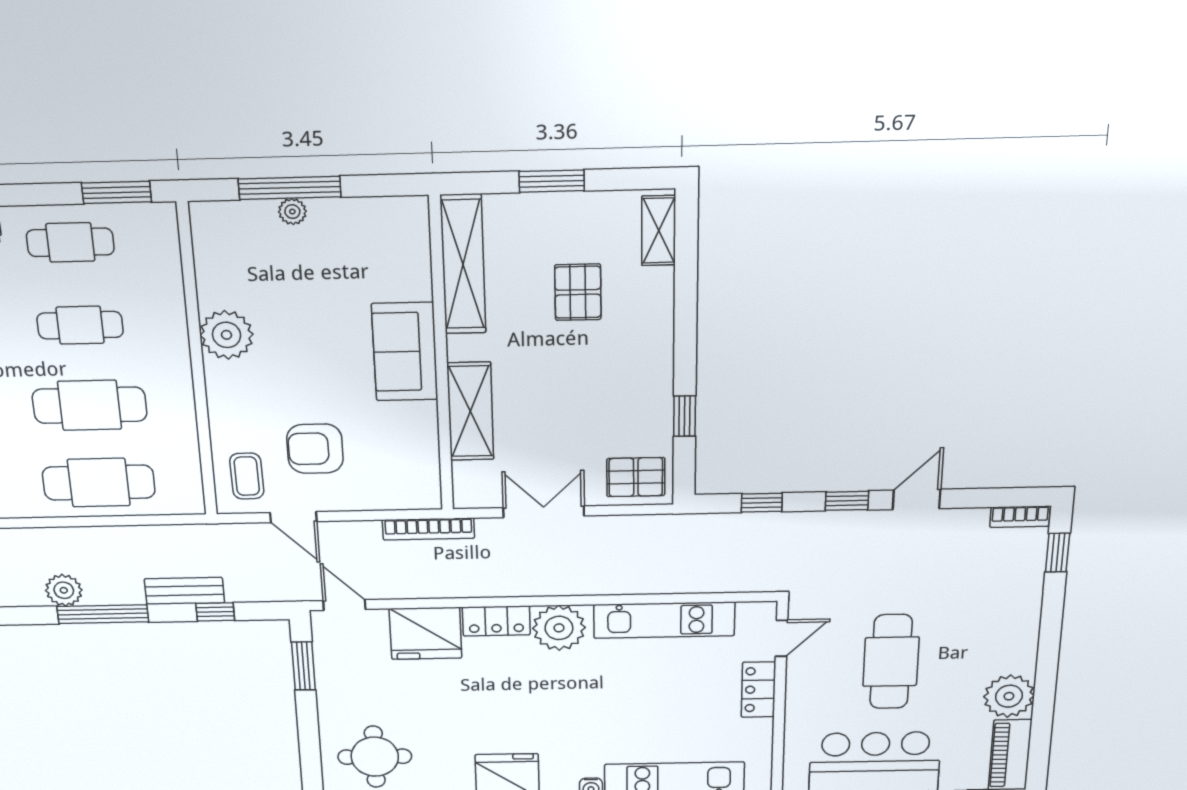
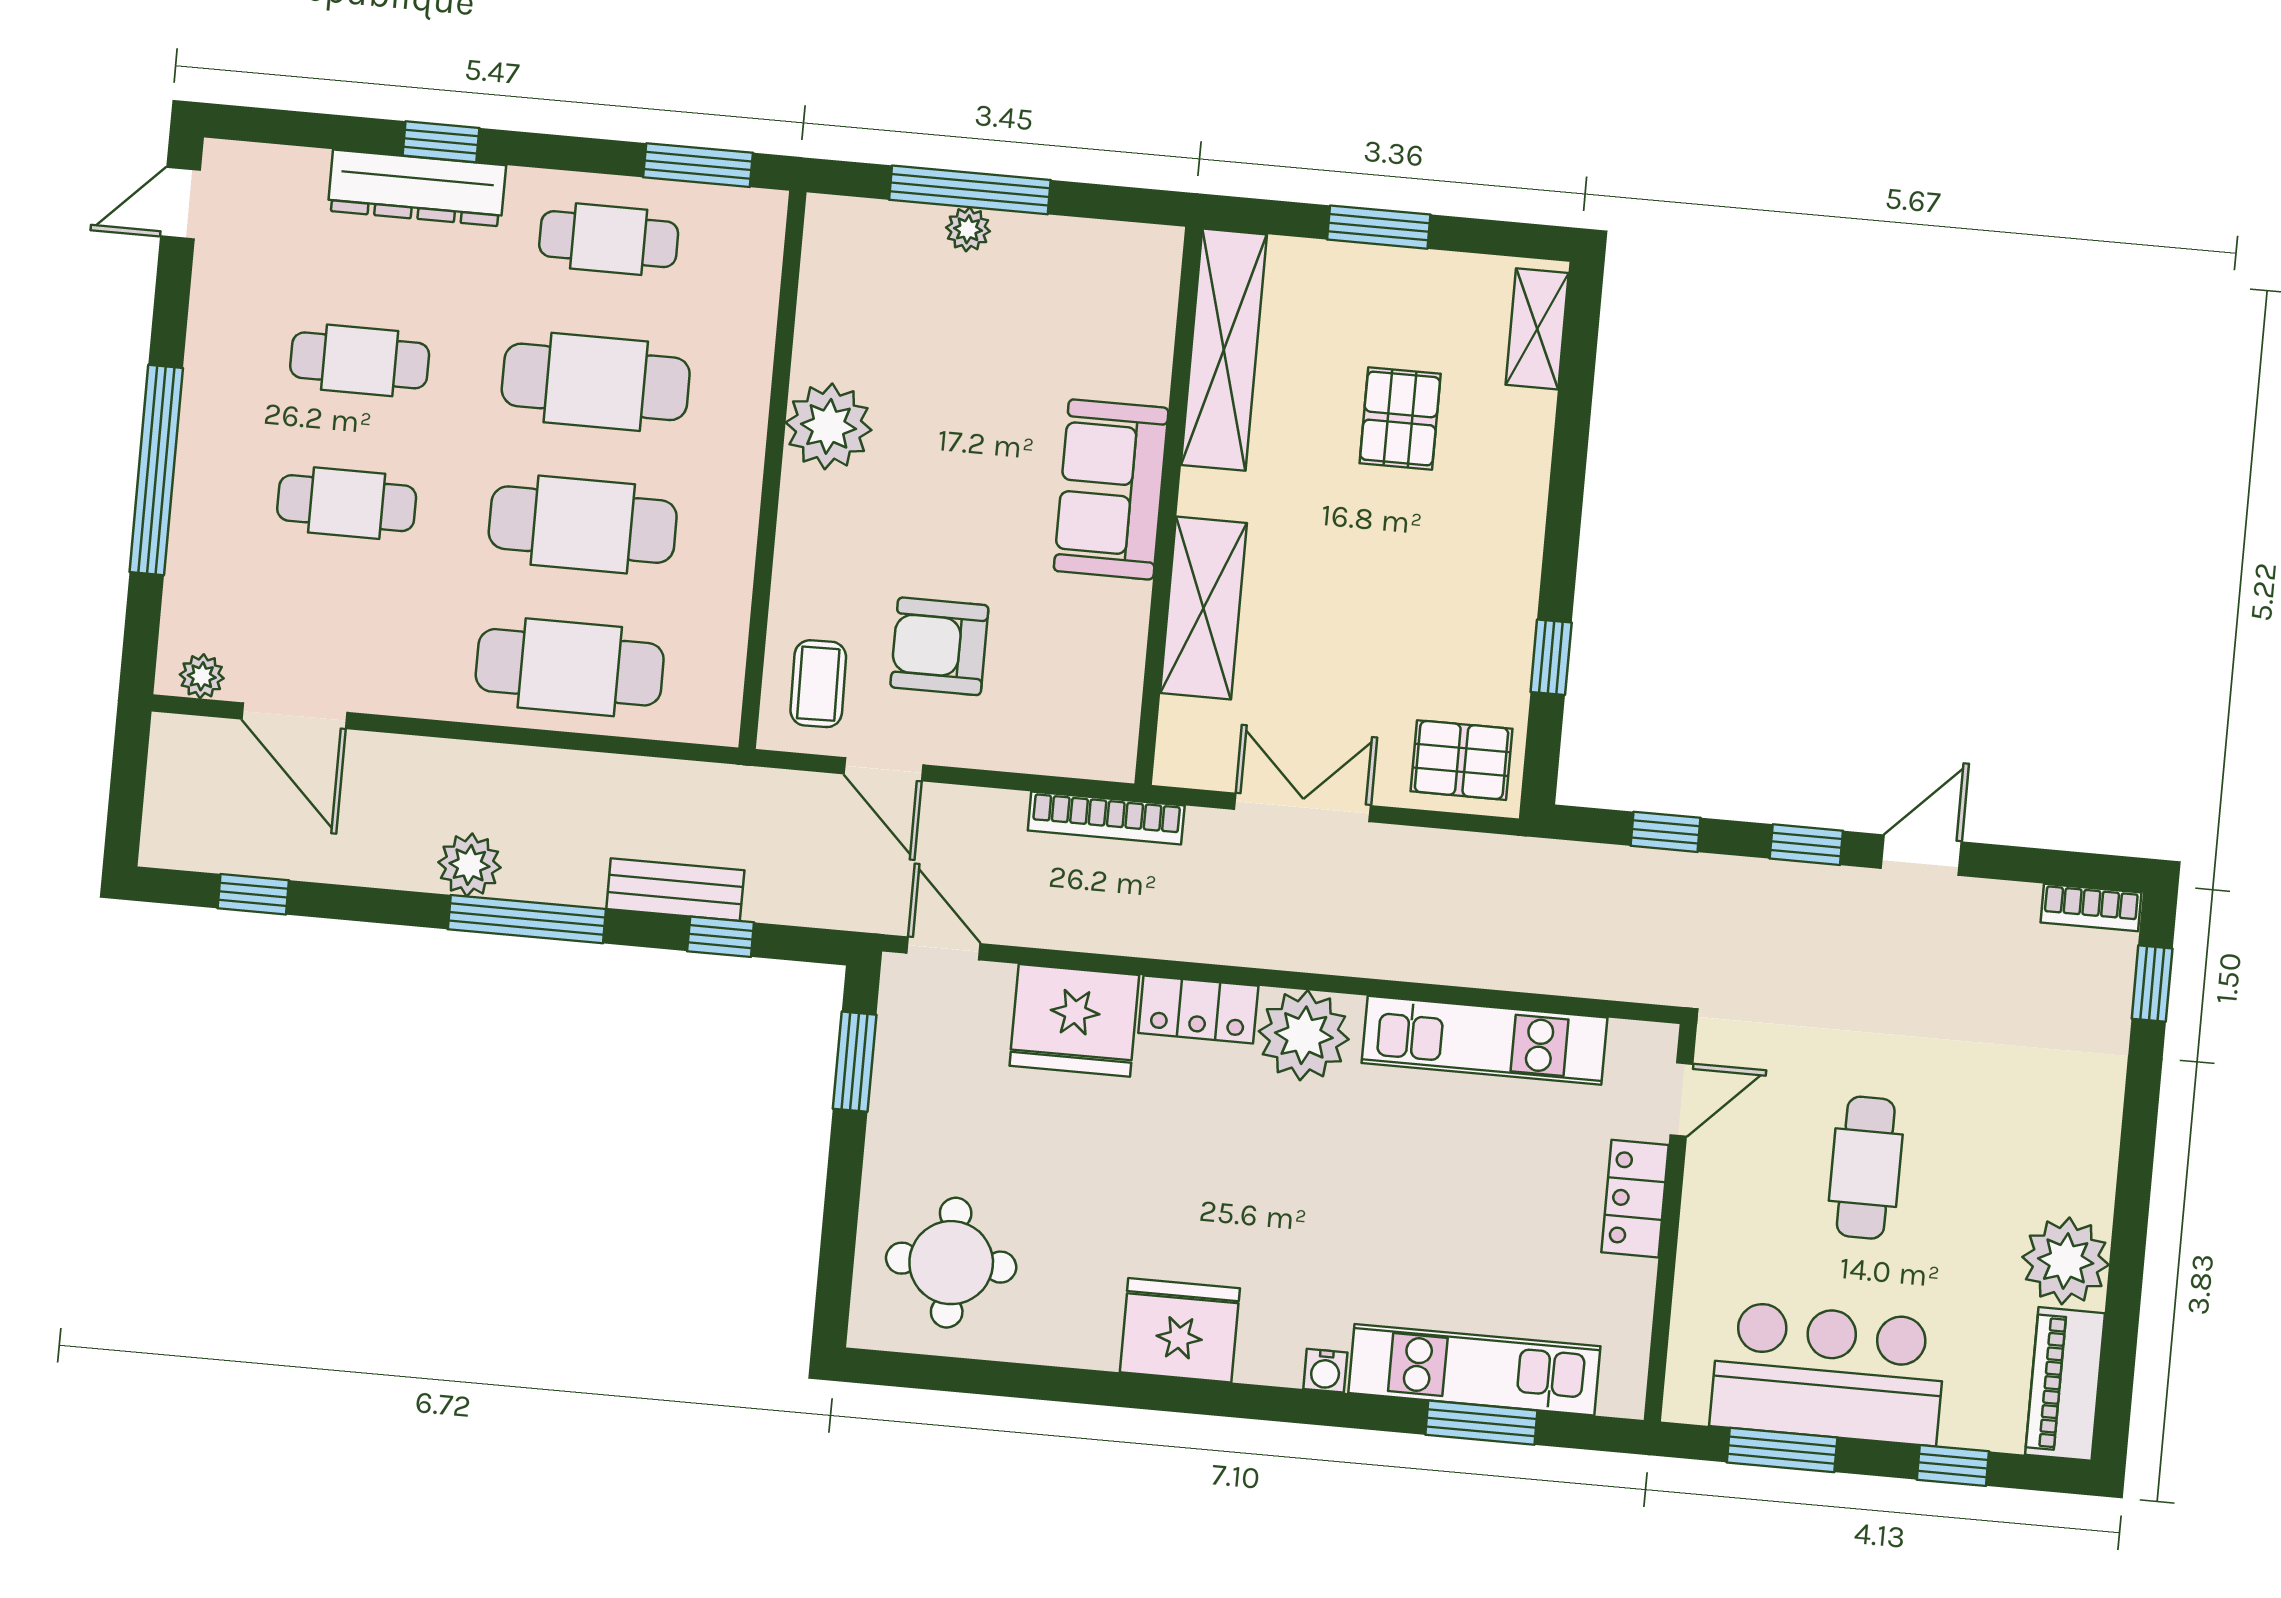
cafe table: (80, 325) -> (596, 382), width x1.37, depth x1.35
cafe table: (891, 662) -> (1866, 1168), width x0.73, depth x0.74

